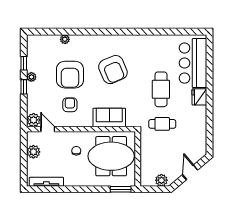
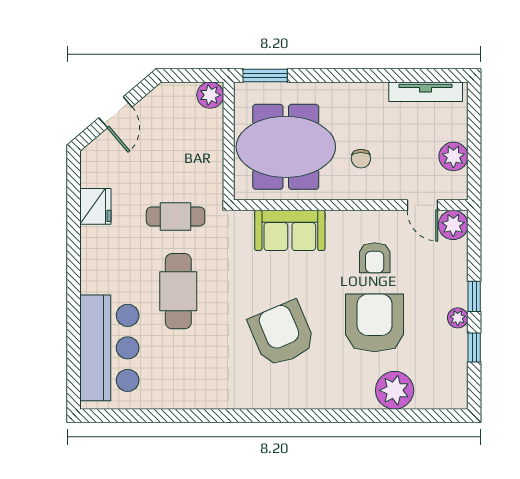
plant: (65, 39) -> (395, 390), width x1.88, depth x1.88
fridge: (199, 97) -> (95, 206), moved
plant: (161, 180) -> (210, 95), moved

